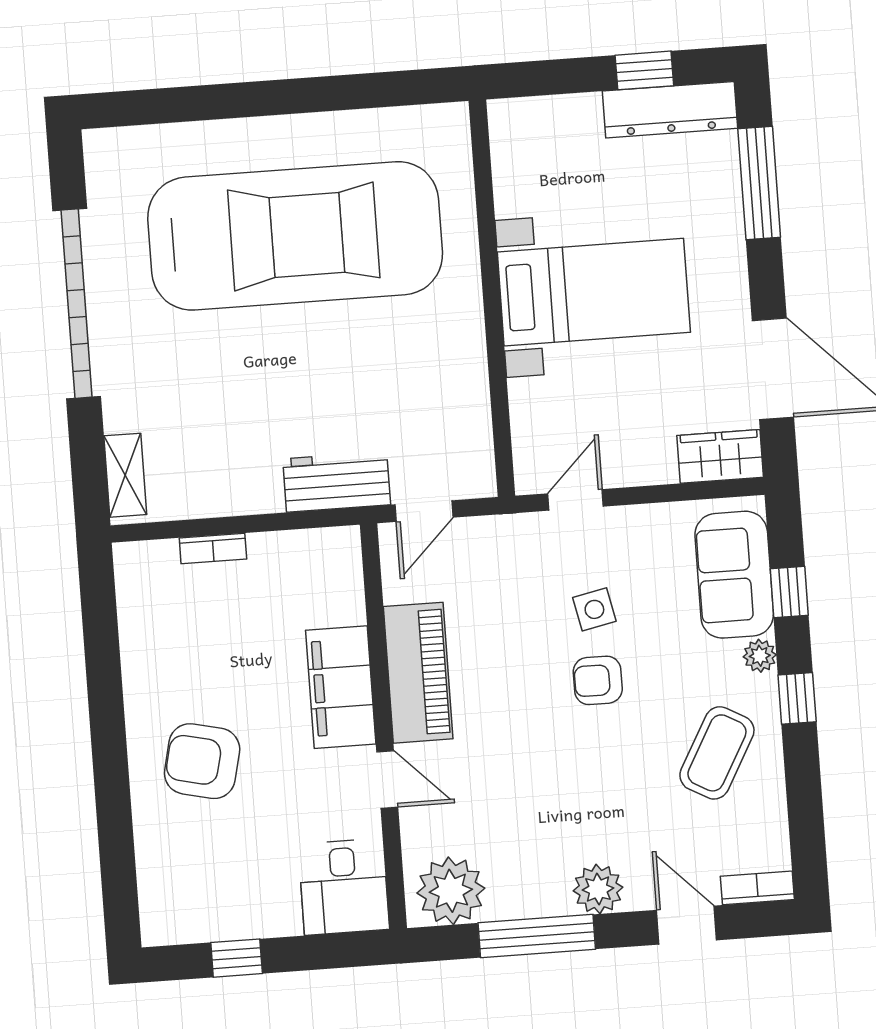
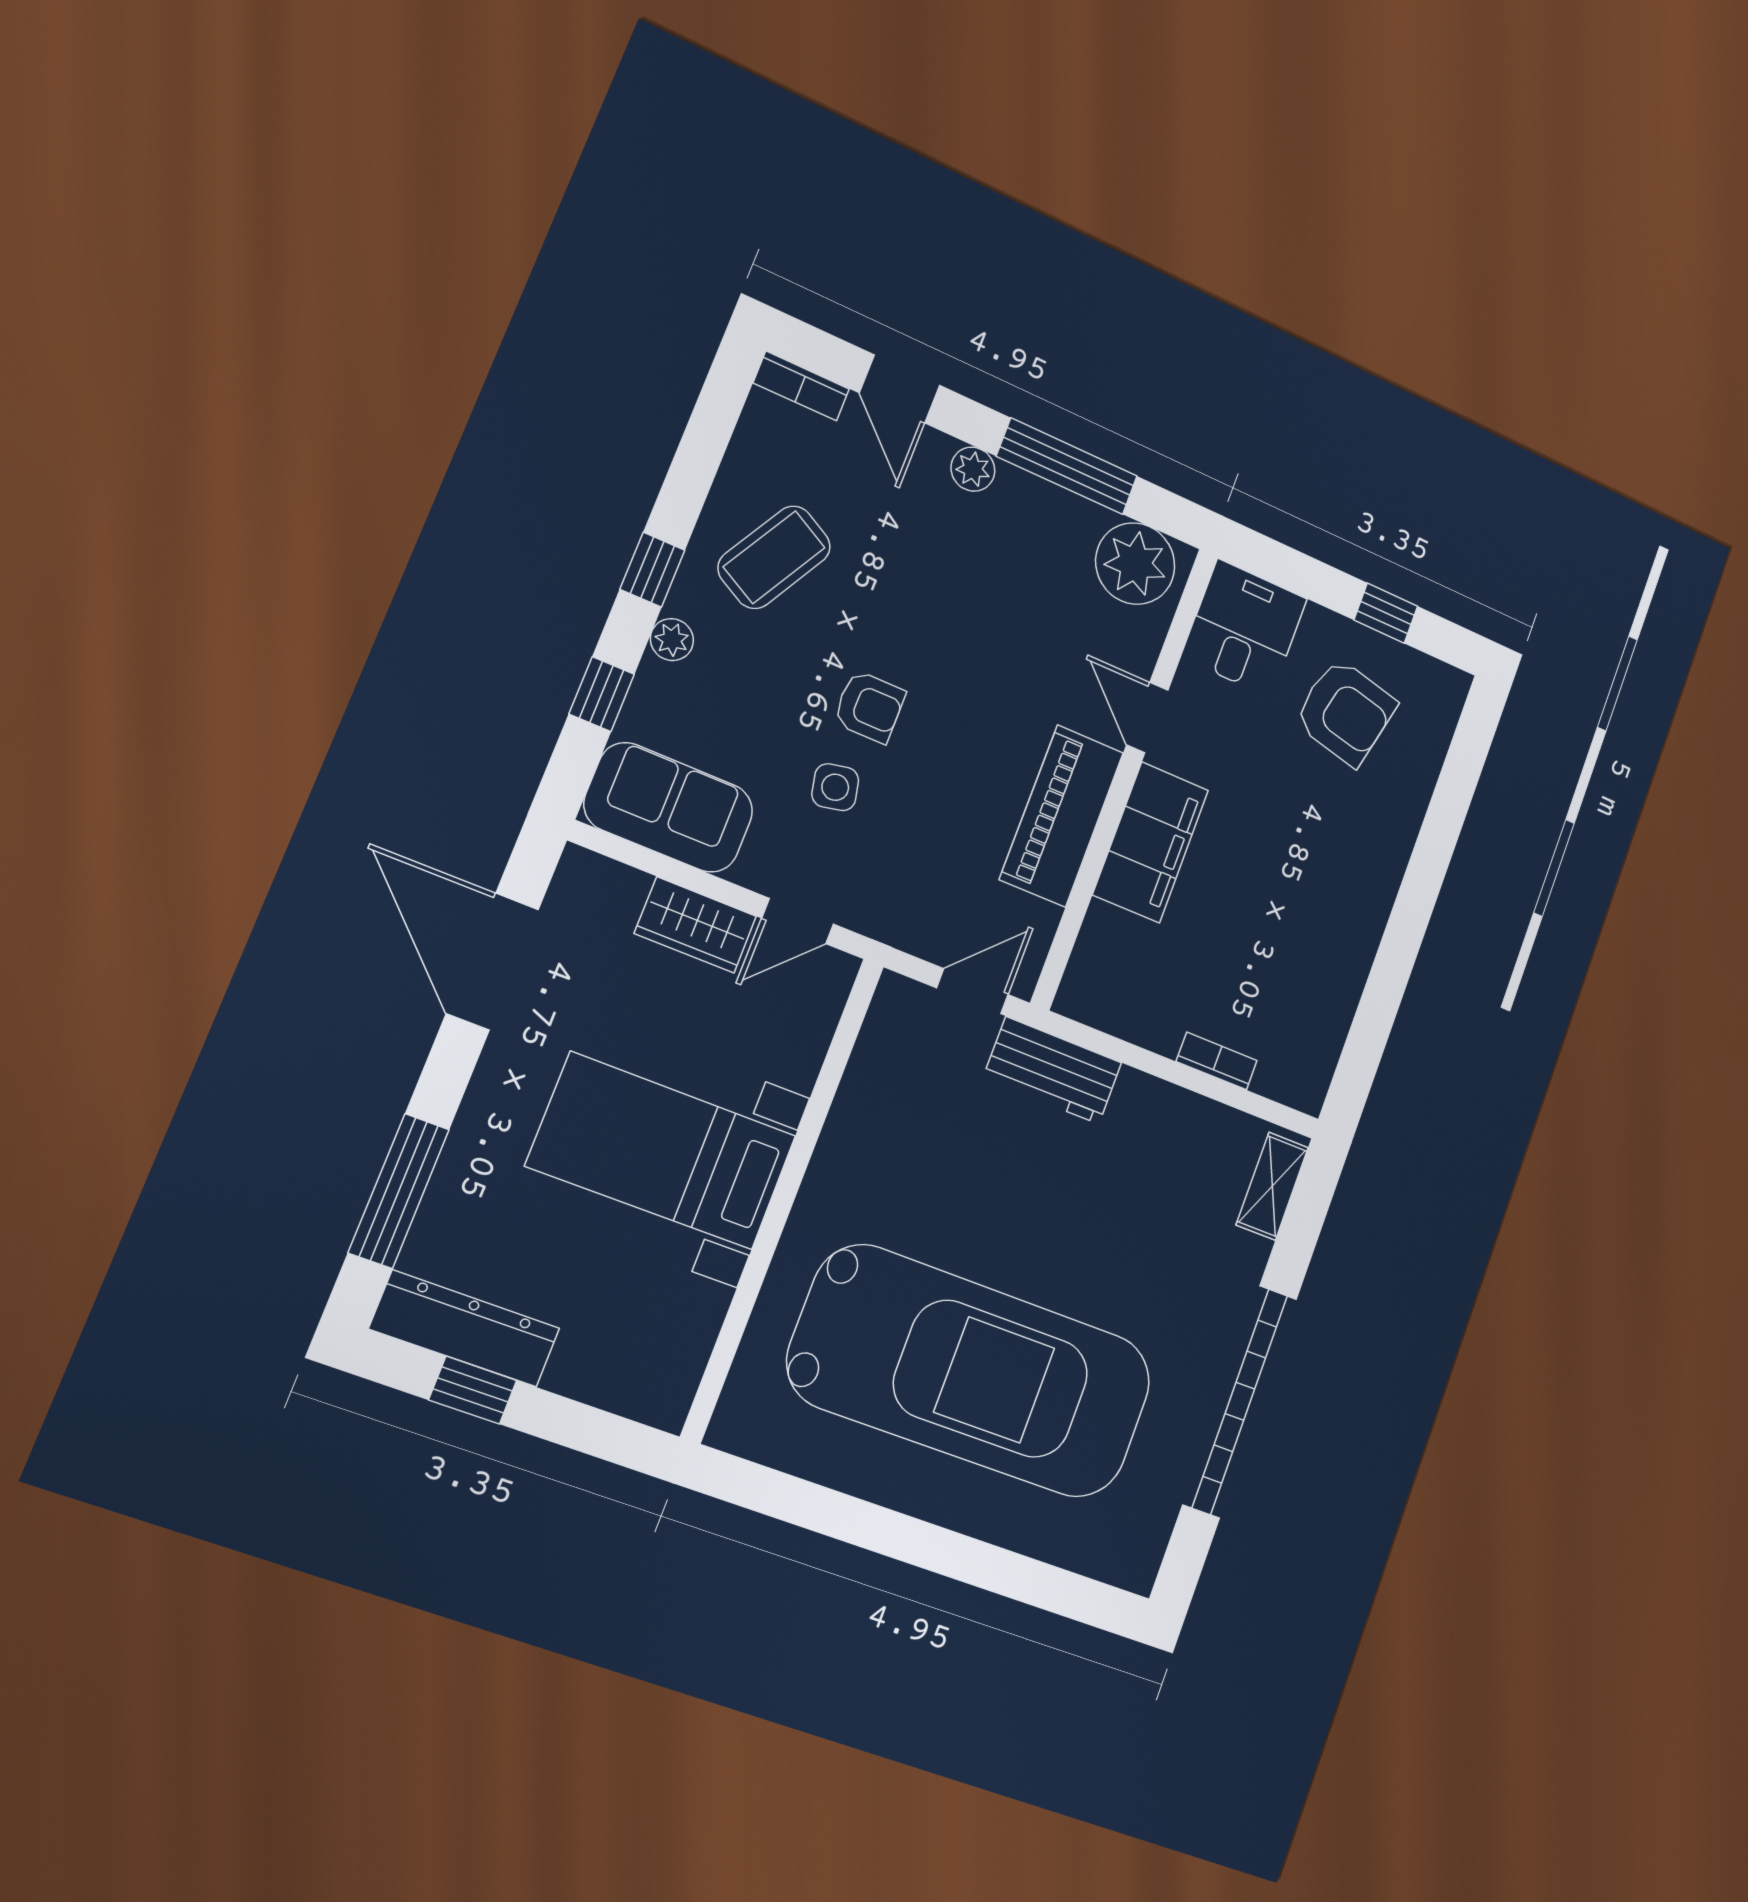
car: (295, 236) -> (971, 1372), turned 180
wardrobe: (720, 456) -> (695, 925), moved
sofa: (734, 575) -> (669, 807), moved, turned -90
armchair: (202, 761) -> (1345, 712), moved
plant: (598, 889) -> (973, 469), width x0.73, depth x0.73

